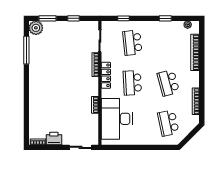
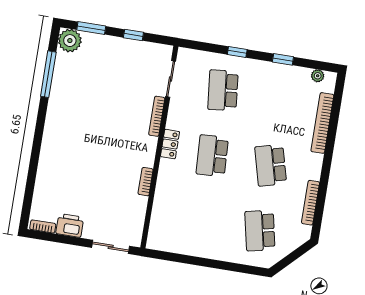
window: (123, 18) -> (237, 52), moved
locker: (106, 75) -> (170, 144), width x0.66
desk: (117, 119) -> (177, 210), removed

